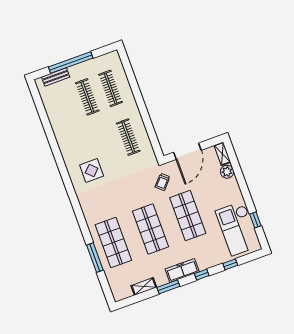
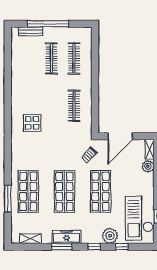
plant: (214, 257) -> (110, 236), added
freezer: (182, 270) -> (67, 237), moved
shelving: (144, 286) -> (30, 239), moved

